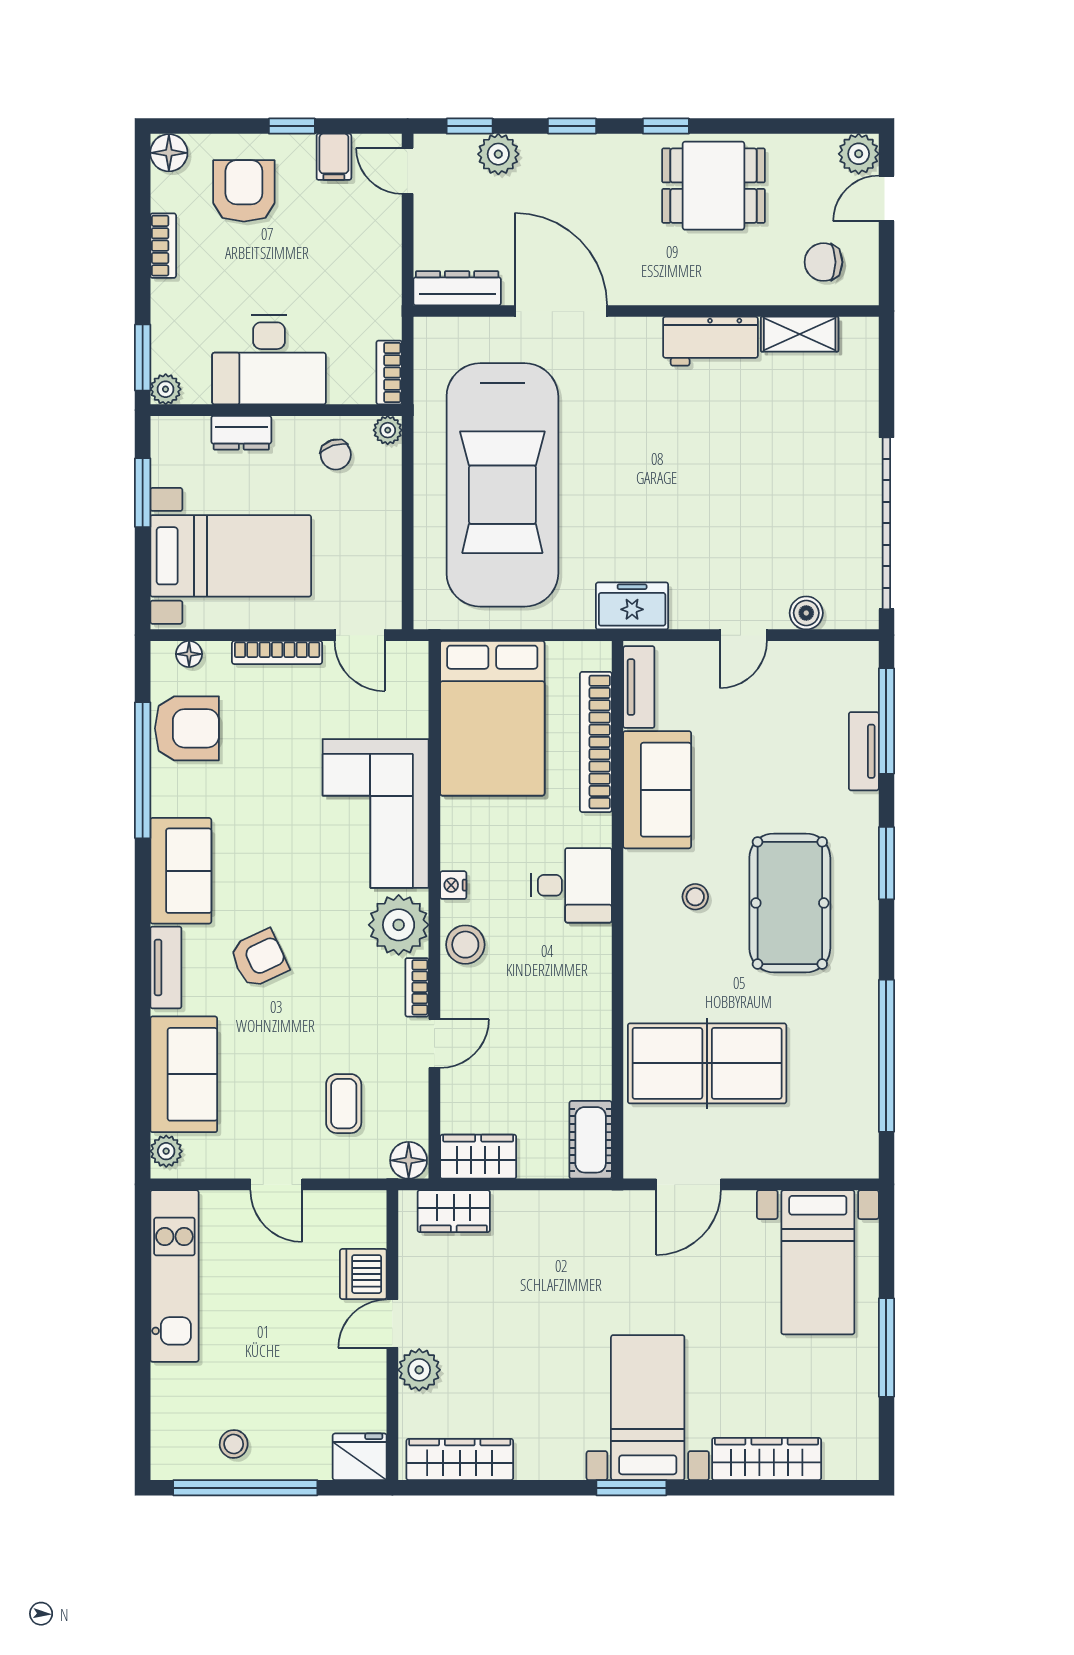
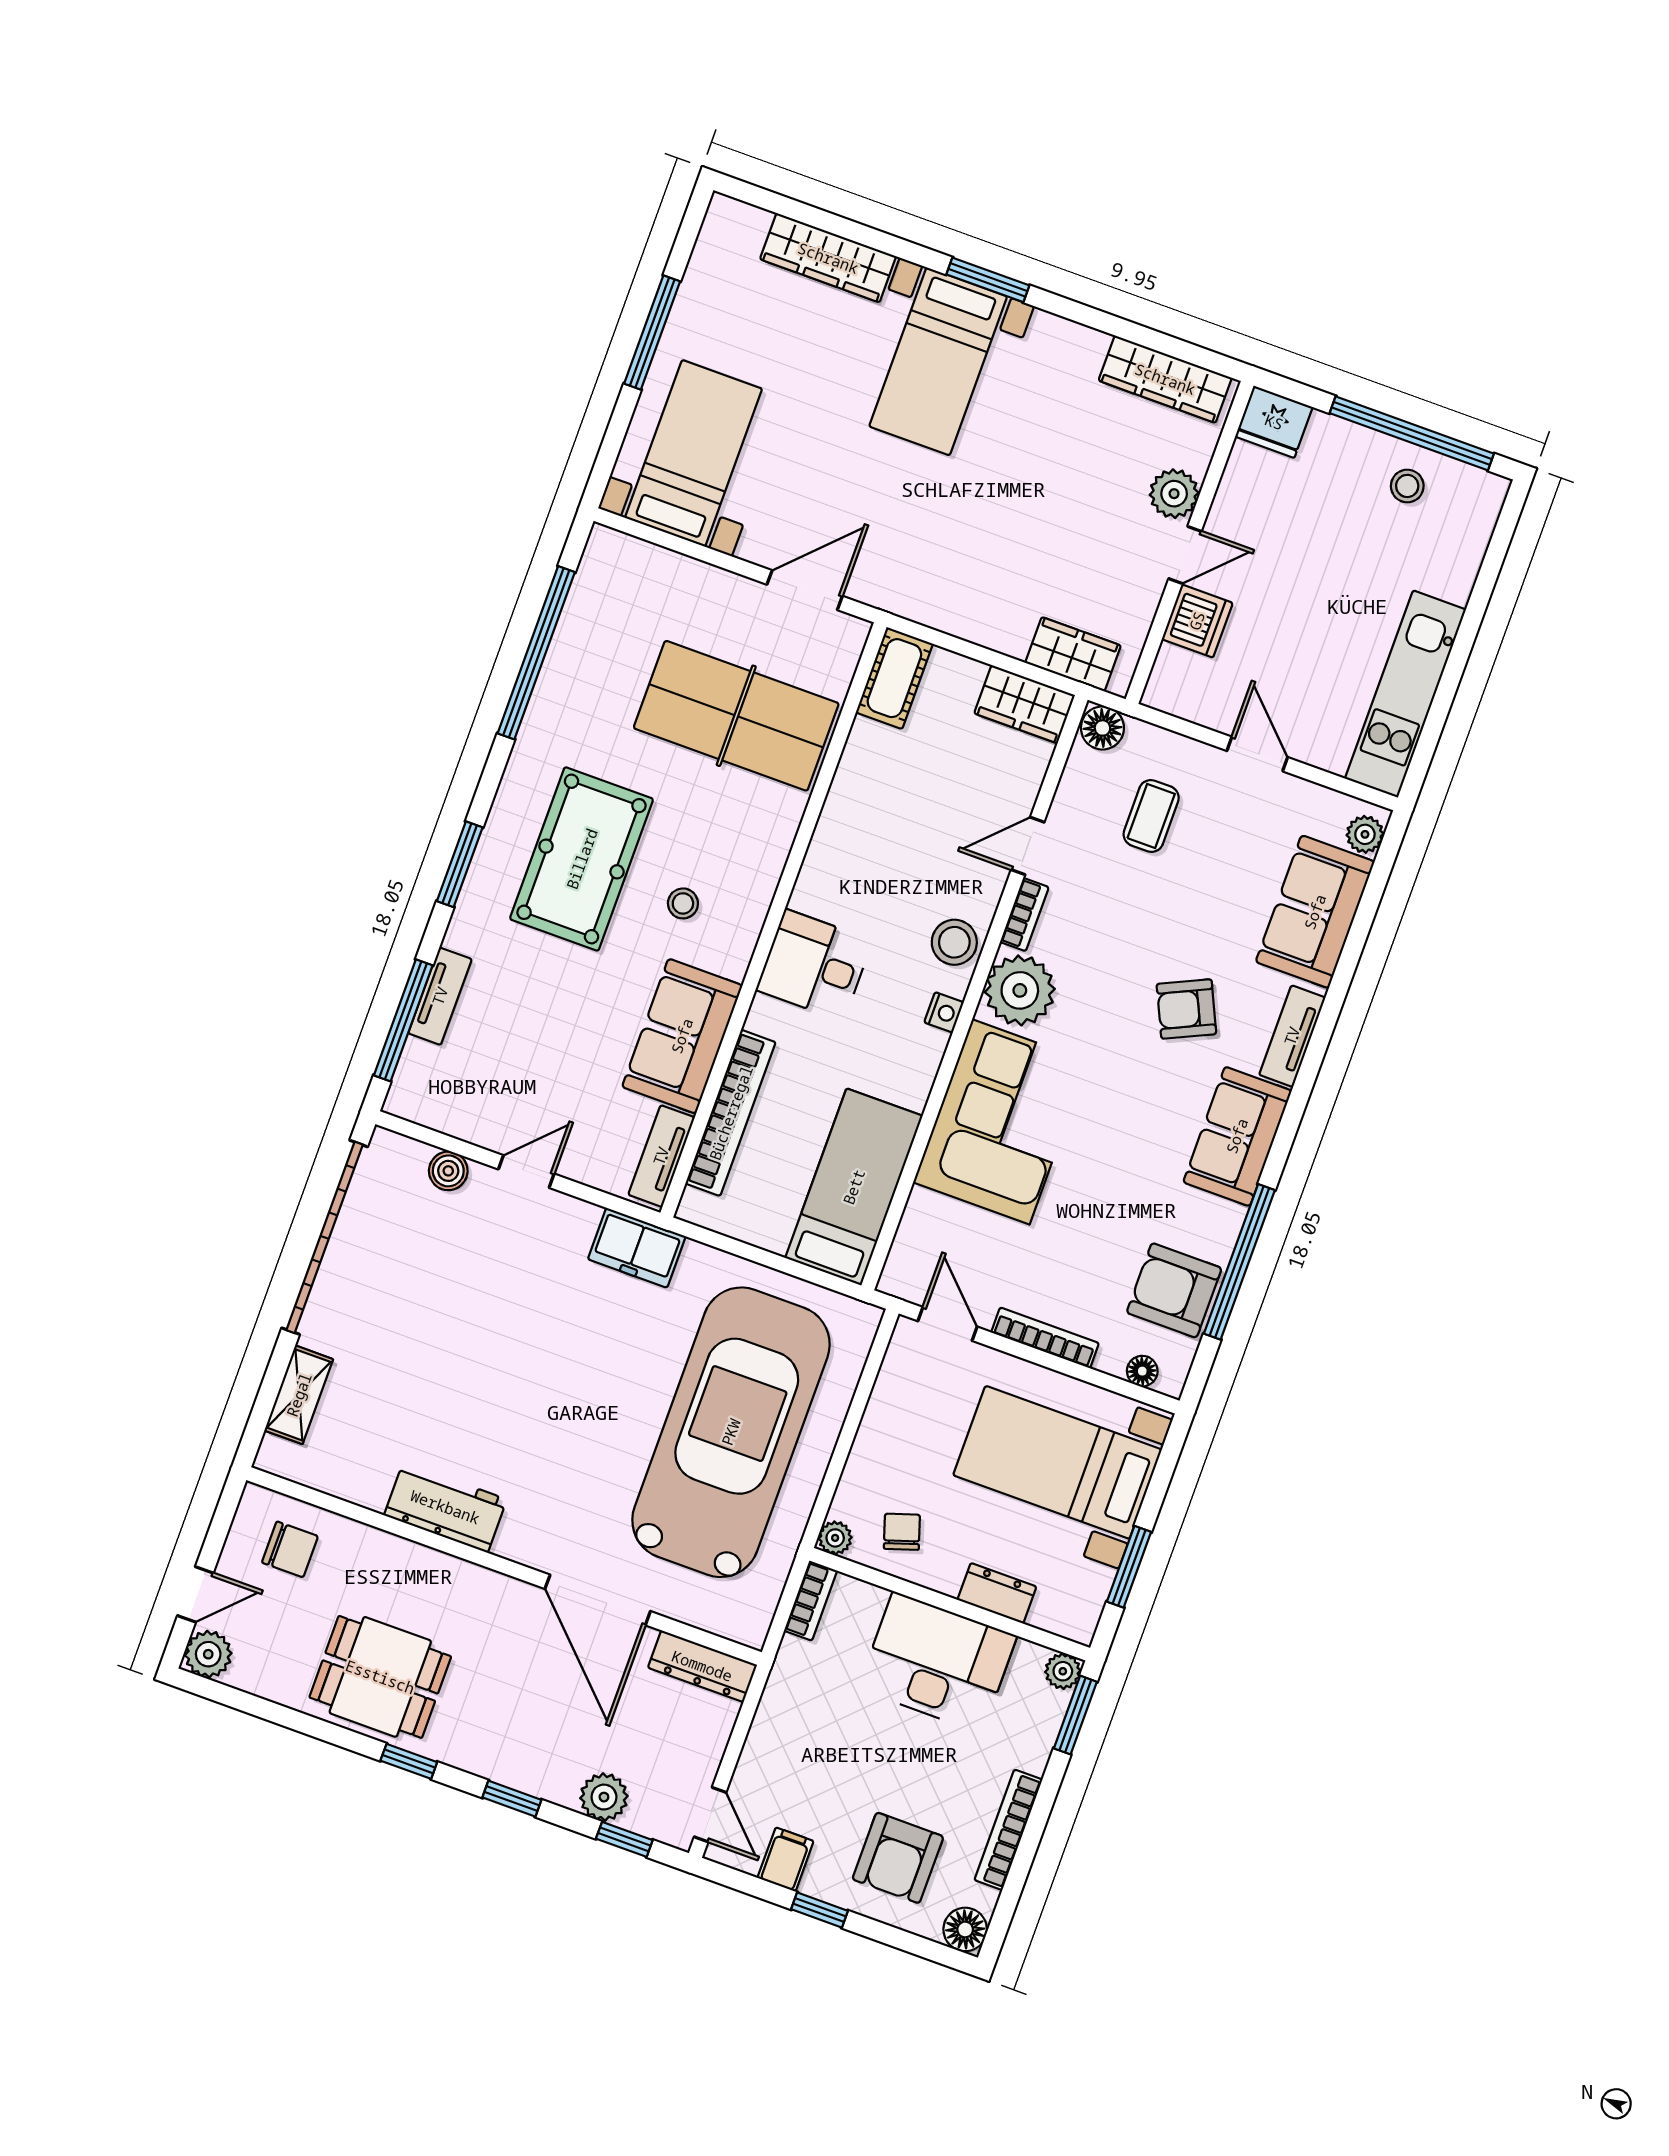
bookcase: (163, 246) -> (1008, 1830), width x1.56
shelving: (800, 334) -> (299, 1395), moved, turned 90
bed: (492, 718) -> (854, 1187), width x0.67

